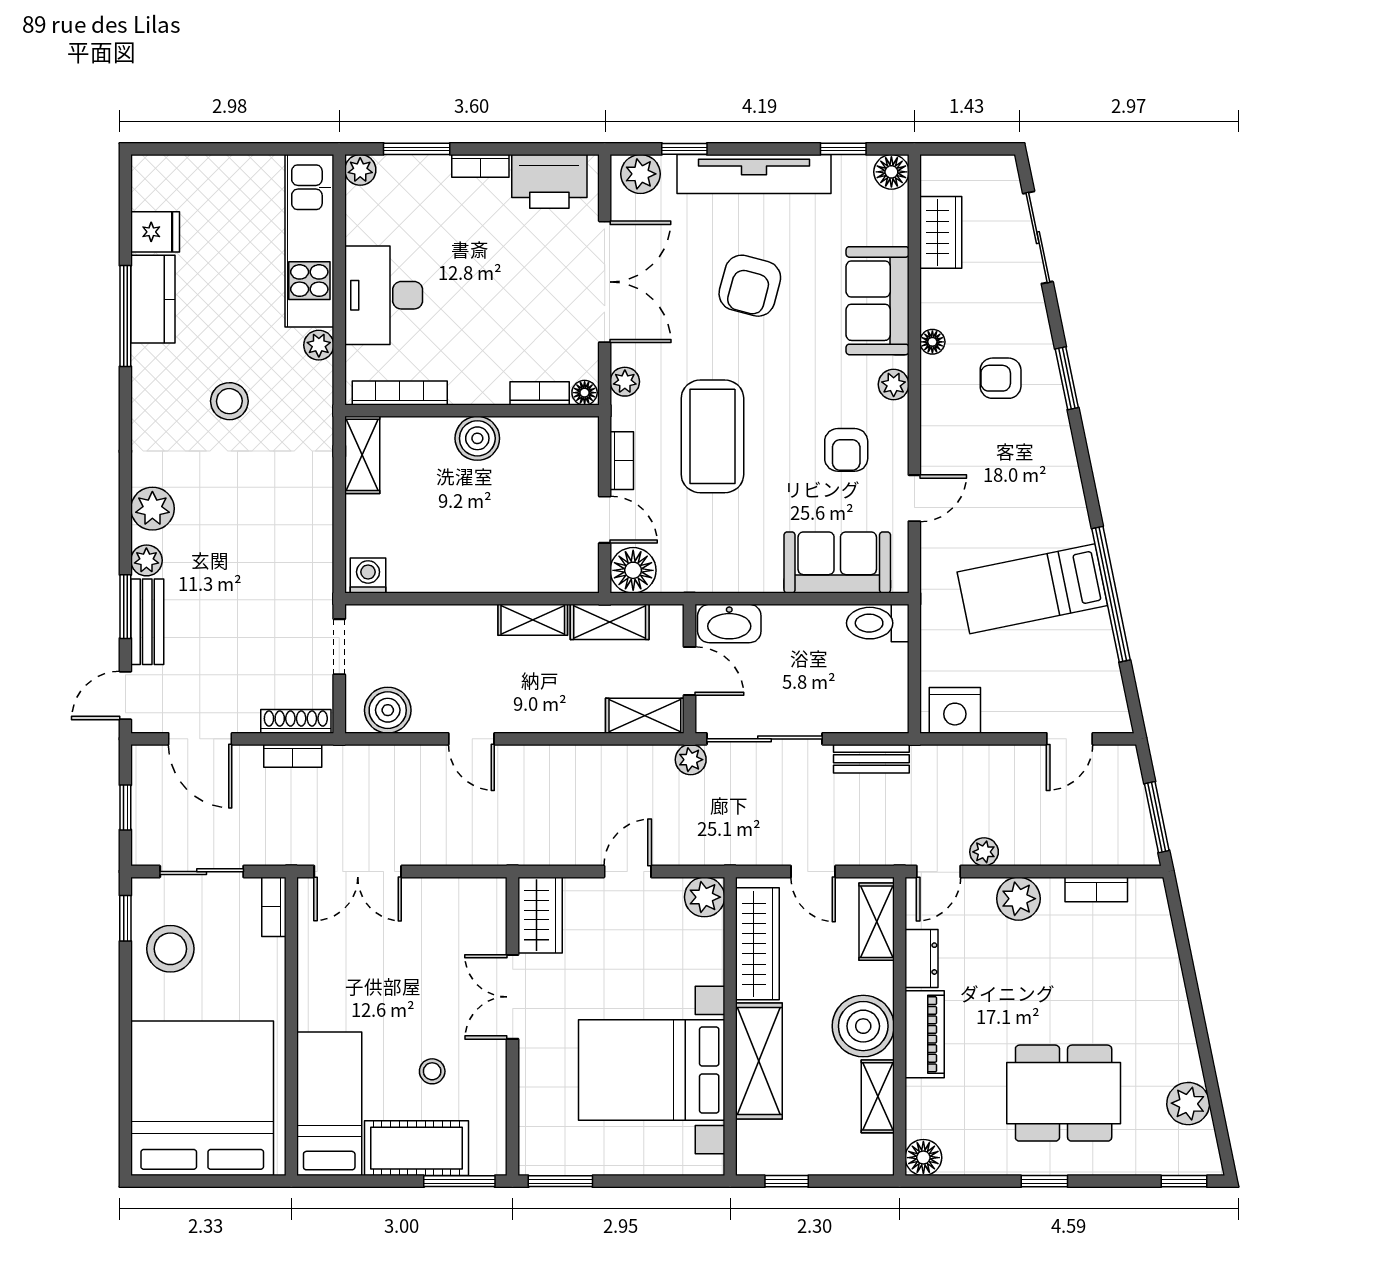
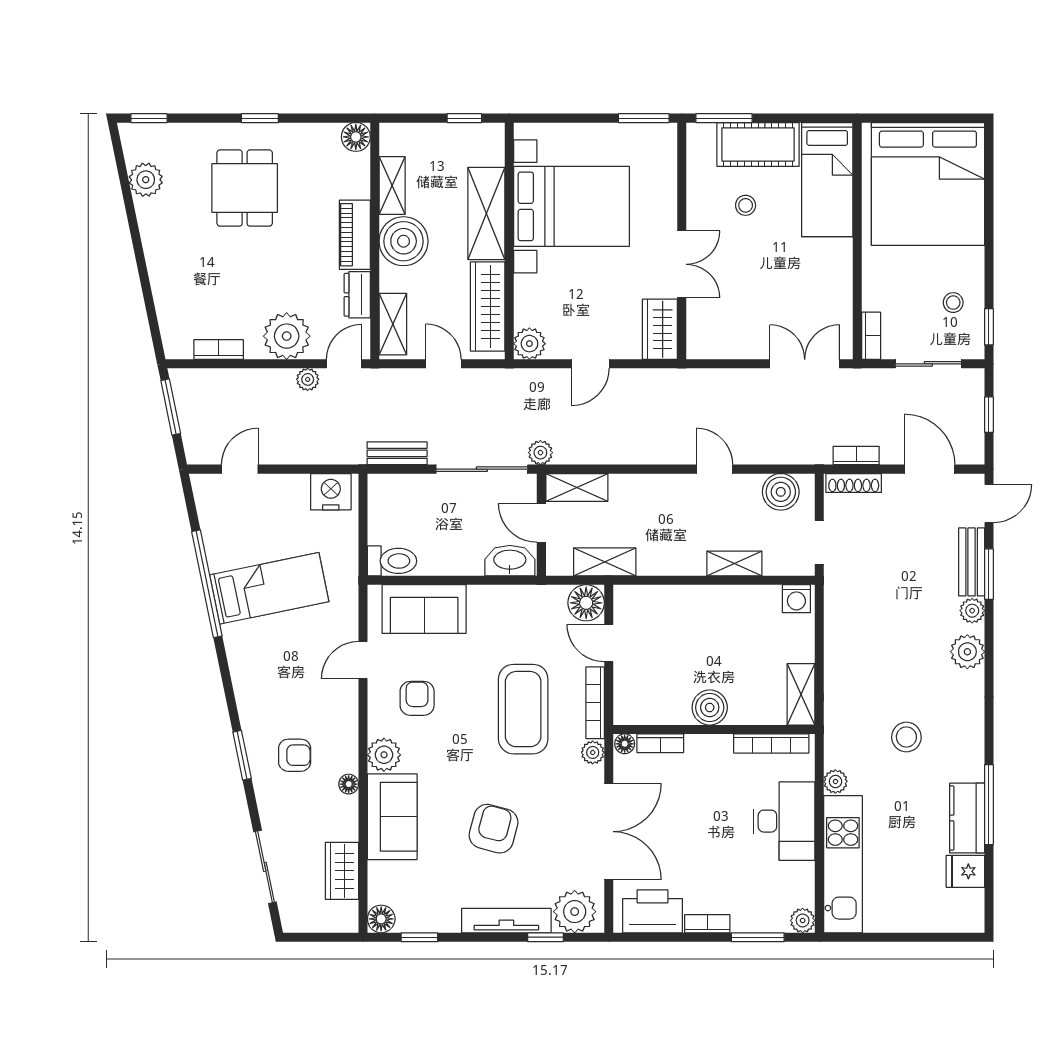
plant: (640, 174) -> (575, 912), width x1.36, depth x1.36
tv unit: (754, 174) -> (506, 921), width x0.73, depth x0.78
double door: (605, 282) -> (609, 832), swing flipped
plant: (894, 384) -> (384, 755), width x1.38, depth x1.38
bookcase: (622, 461) -> (595, 703), width x1.56
shelving: (533, 620) -> (734, 564), moved
plant: (1018, 899) -> (287, 336), width x1.36, depth x1.36
stool: (170, 949) -> (953, 303), width x0.53, depth x0.53
dining table: (1064, 1093) -> (245, 188), width x0.73

